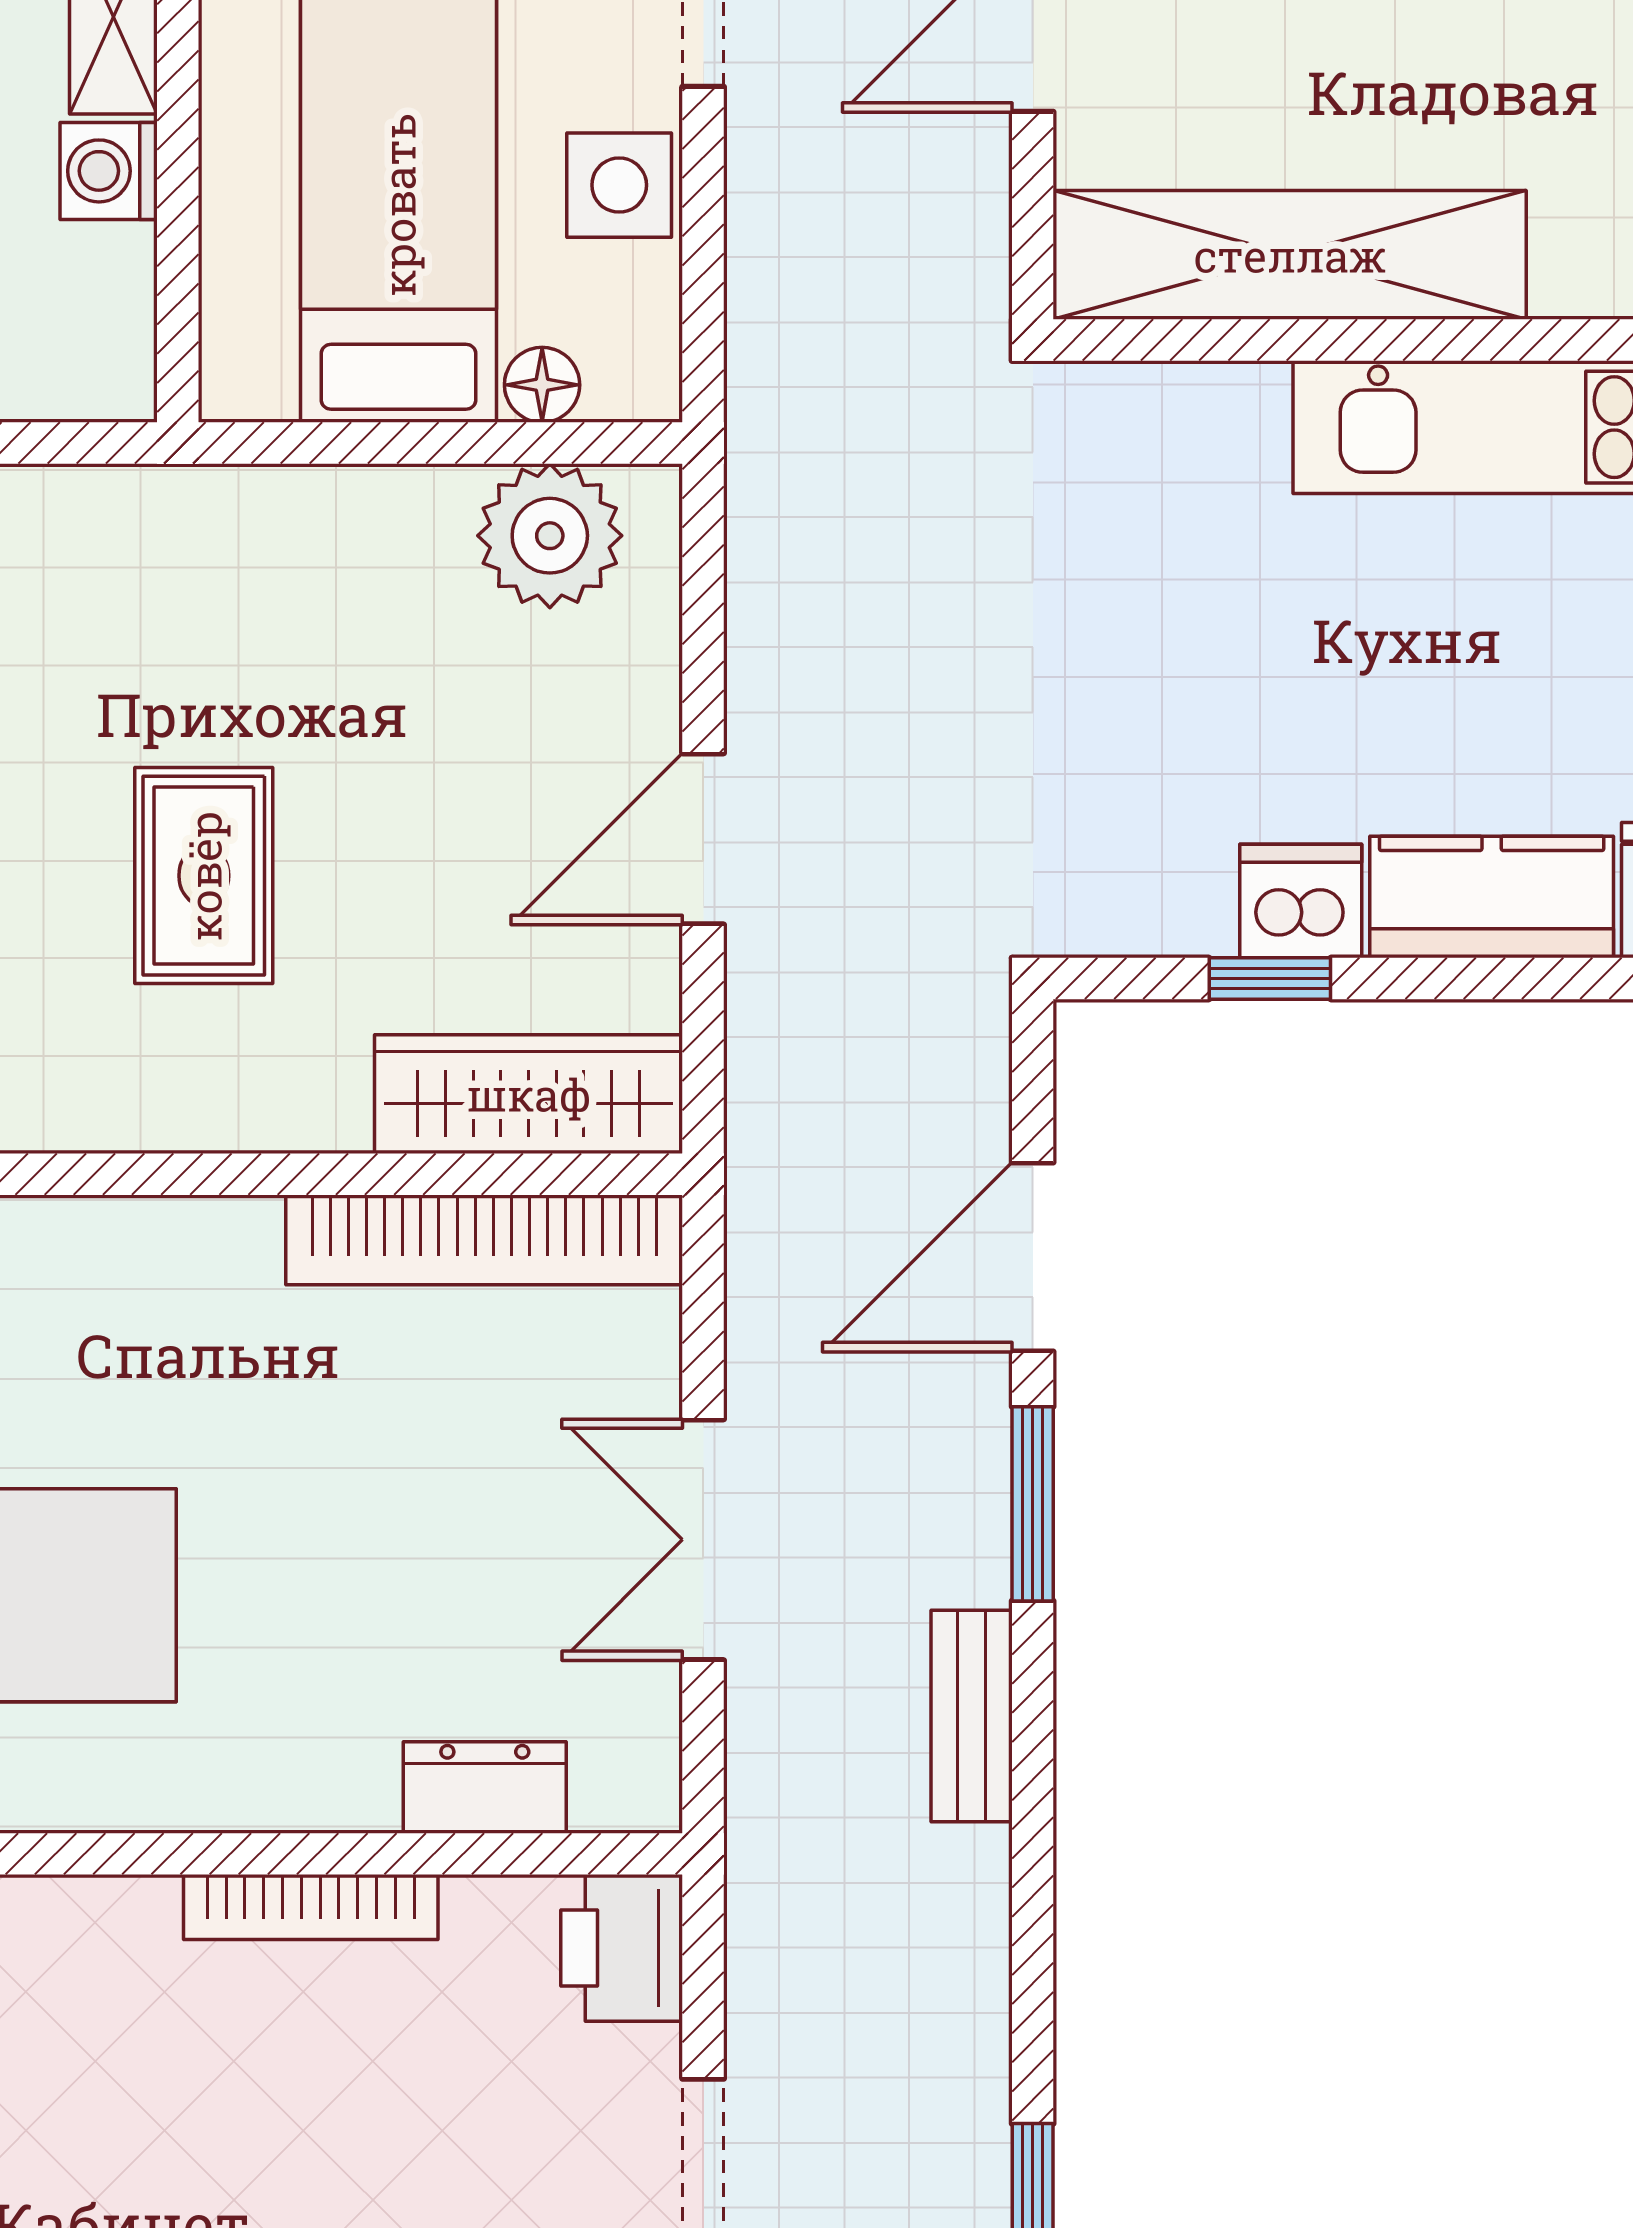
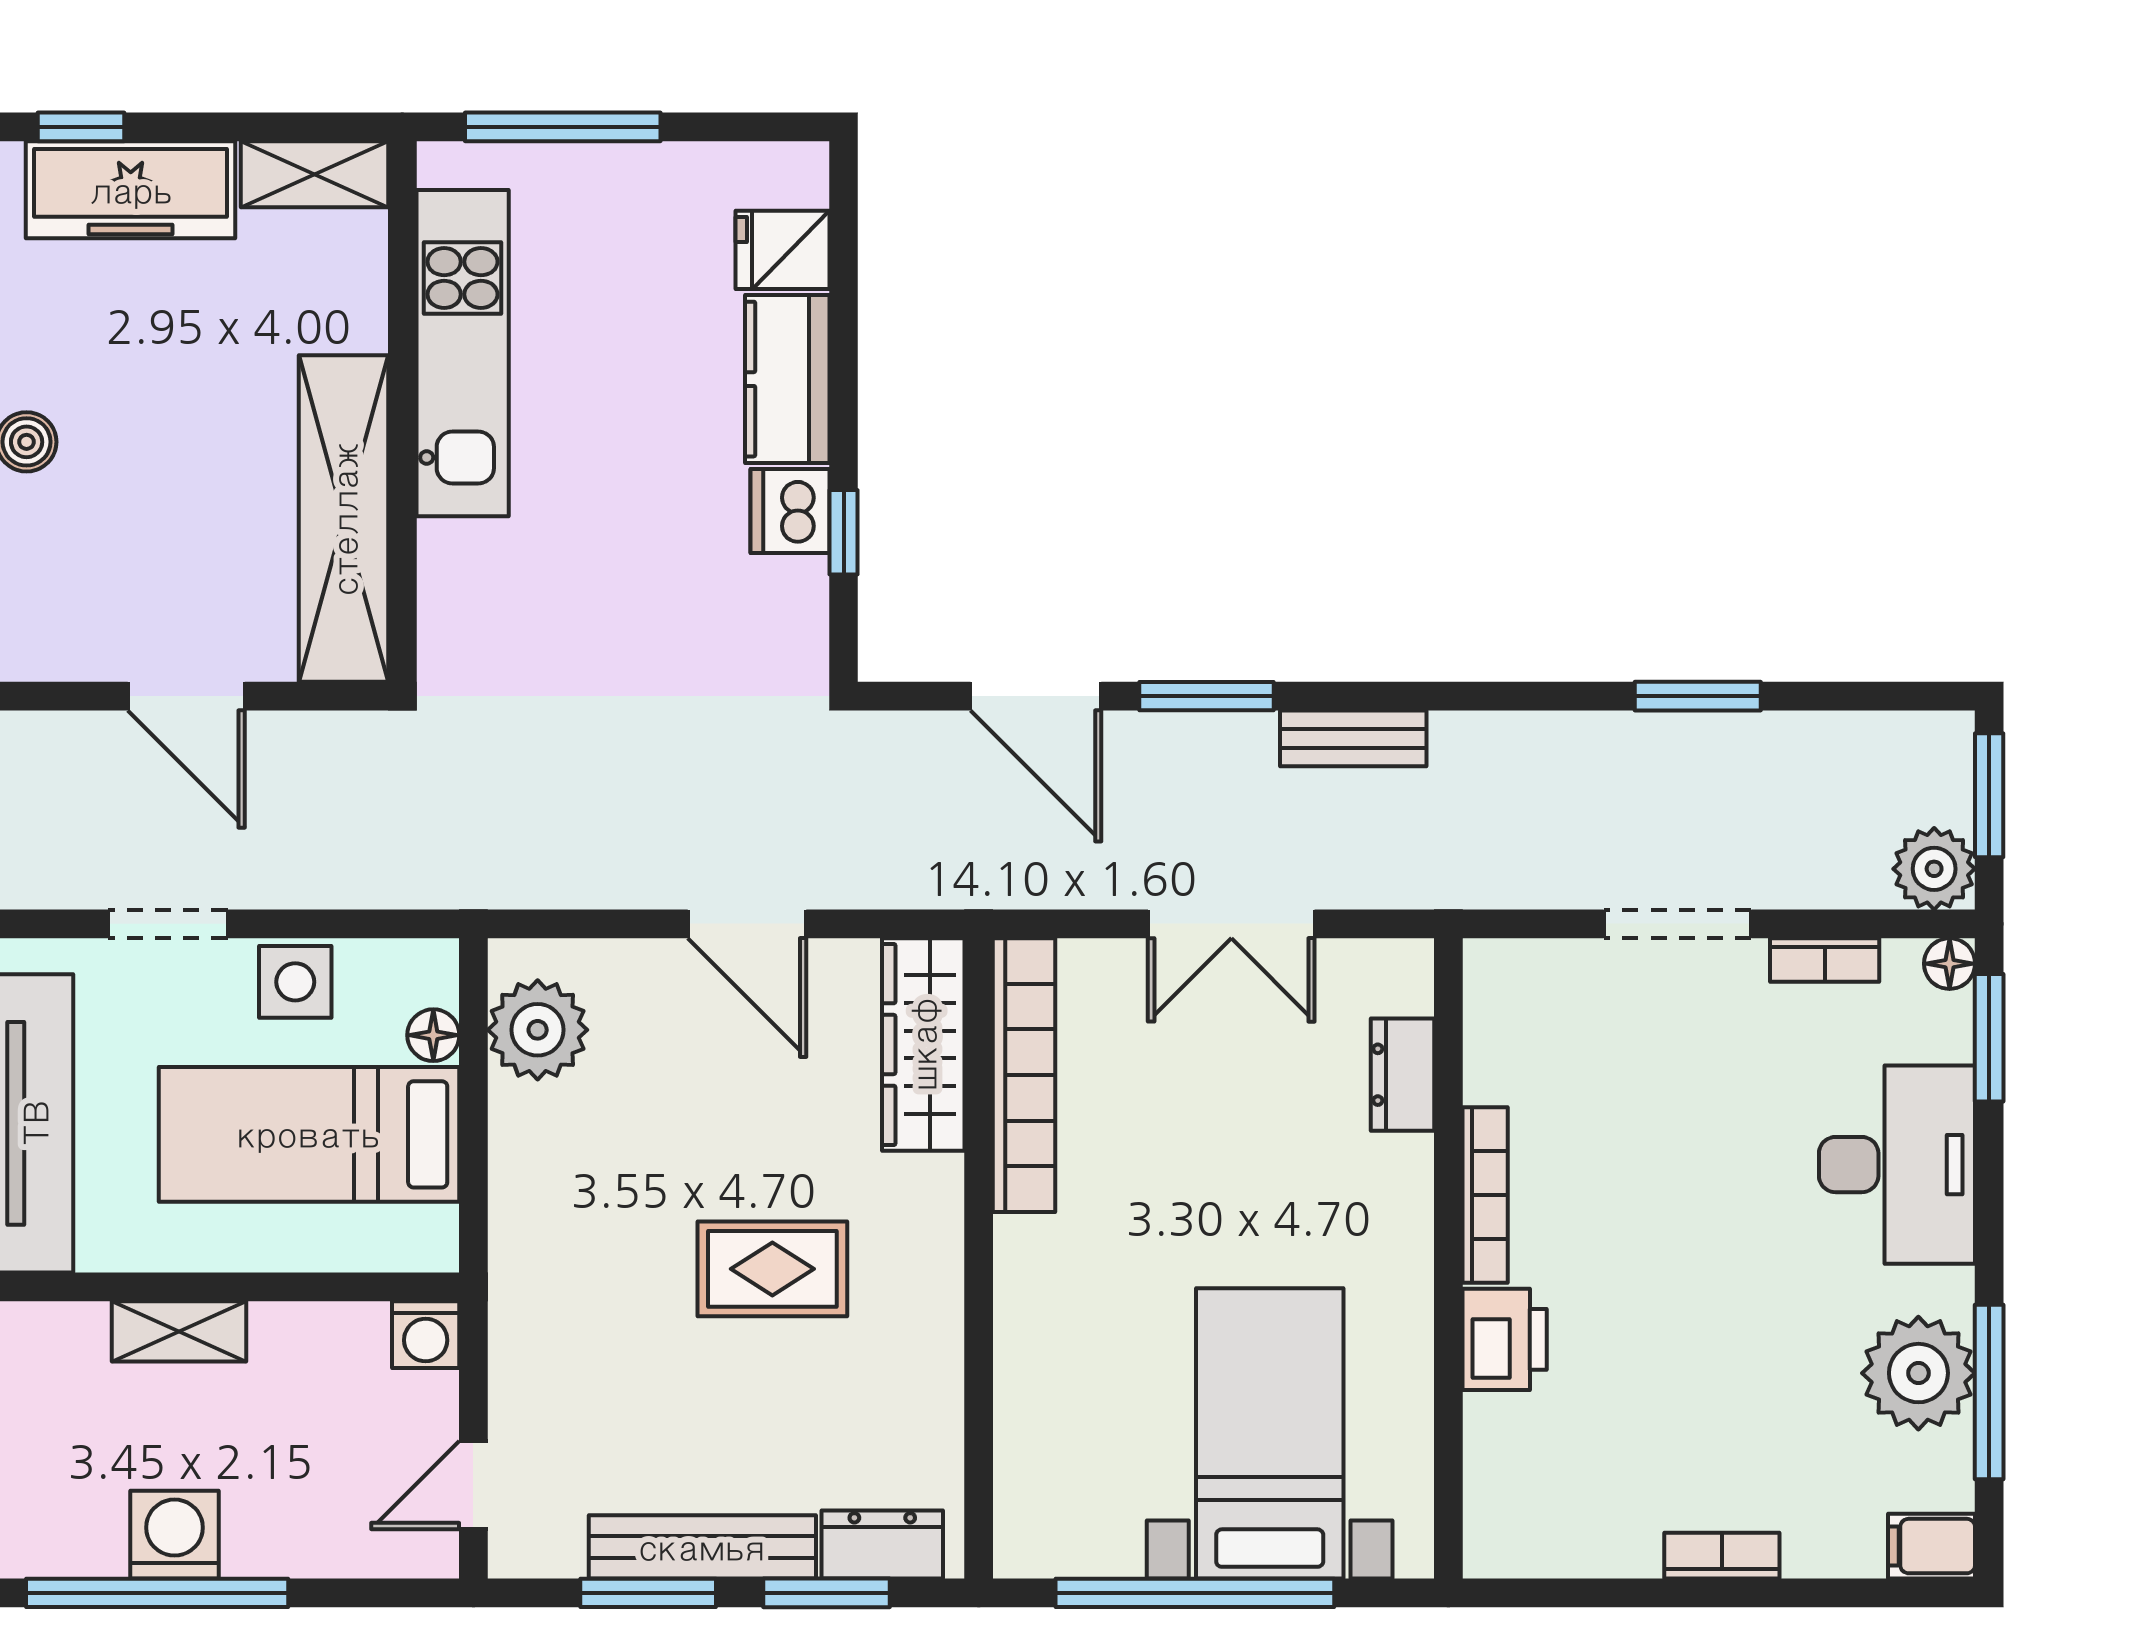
washing machine: (109, 171) -> (426, 1335), moved
printer: (622, 1948) -> (1505, 1339), moved, turned -90

